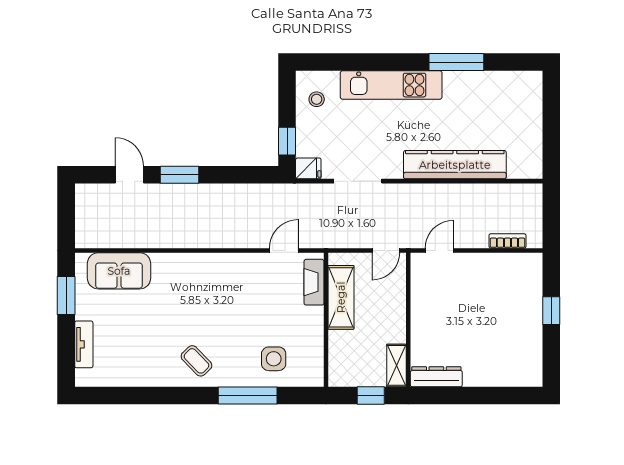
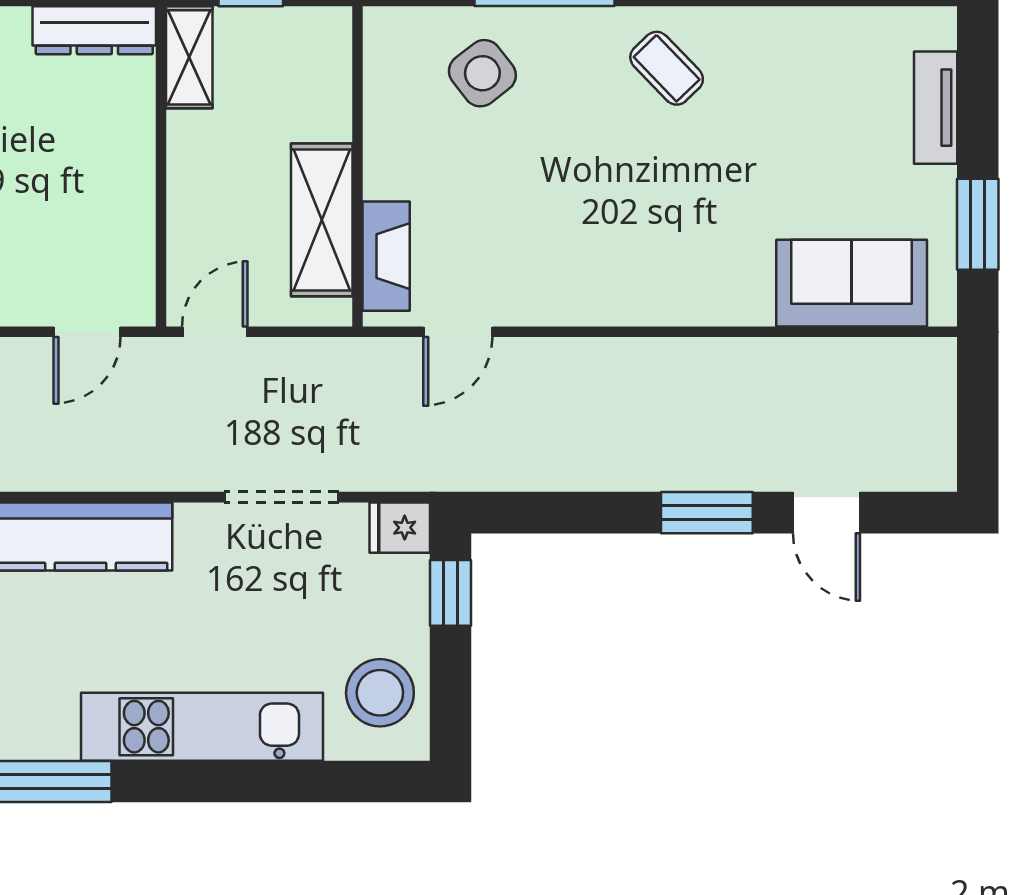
stool: (317, 99) -> (380, 693), width x1.89, depth x1.89
side table: (274, 359) -> (482, 73), turned -38

